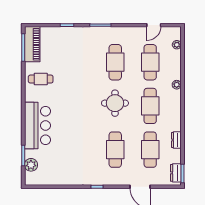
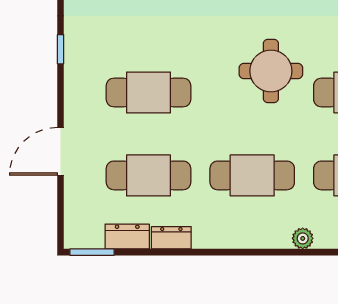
round table: (115, 103) -> (271, 71), moved
dresser: (176, 173) -> (127, 236), moved

